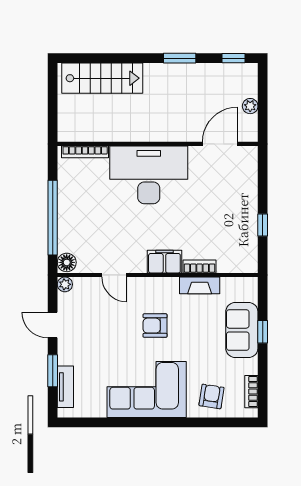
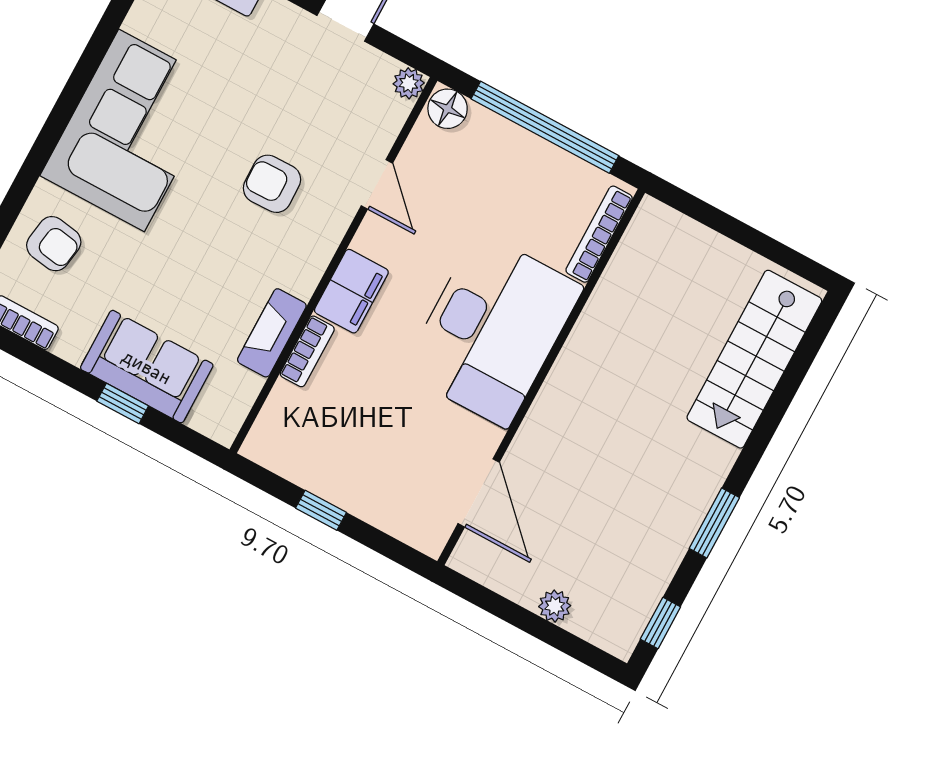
wall: (158, 144) -> (541, 377), moved
door: (220, 144) -> (479, 493), moved
bookcase: (85, 152) -> (599, 234), moved
desk: (149, 175) -> (492, 330), moved
door: (114, 275) -> (377, 184), swing flipped
armchair: (155, 326) -> (272, 184), moved, turned -91

